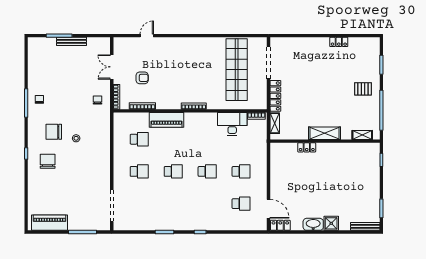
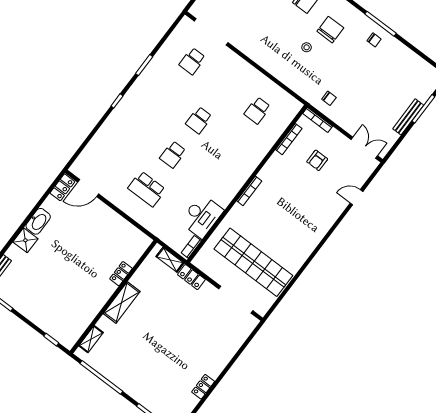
door: (147, 36) -> (356, 197), swing flipped
double door: (112, 67) -> (364, 148), moved
pallet: (363, 89) -> (137, 375), removed
locker: (275, 96) -> (191, 277), width x0.66
piano: (167, 120) -> (256, 153), removed
school desk: (139, 171) -> (192, 61), moved
school desk: (241, 171) -> (147, 189), width x1.85
school desk: (241, 204) -> (114, 164), removed

